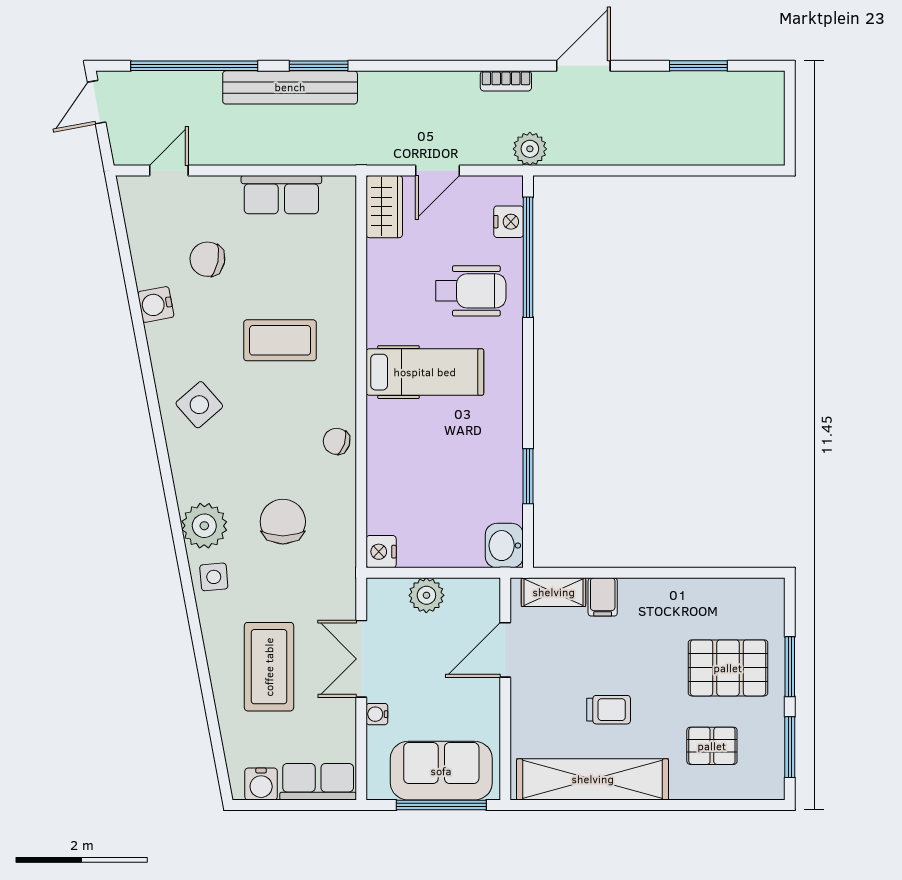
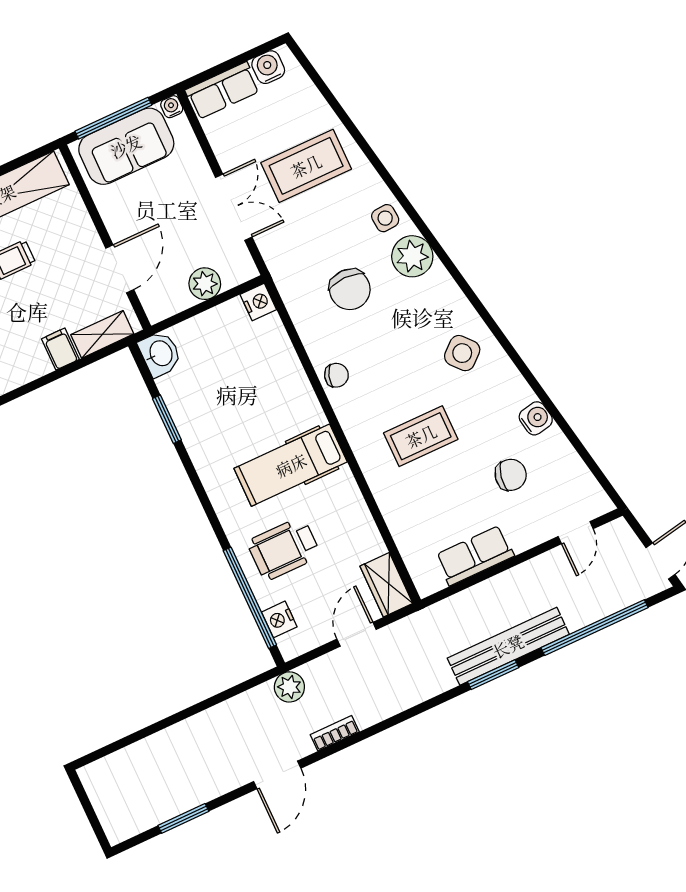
coffee table: (269, 667) -> (306, 166), turned 90
water cooler: (377, 714) -> (172, 107), moved, turned -90

